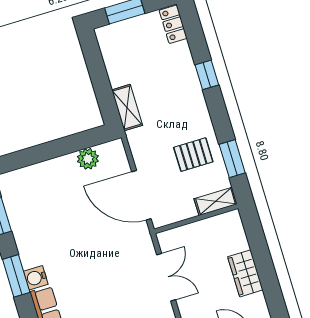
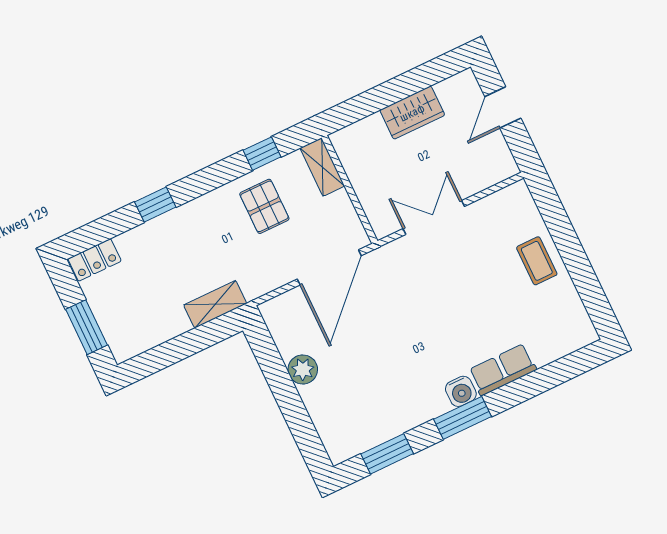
plant: (88, 159) -> (303, 369), moved
window: (232, 159) -> (262, 154), width x0.67

